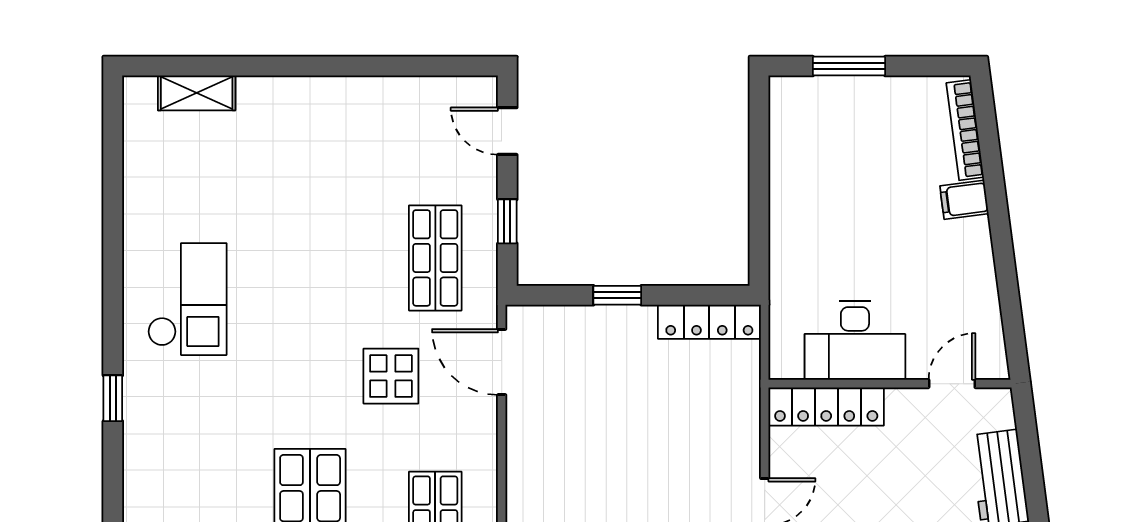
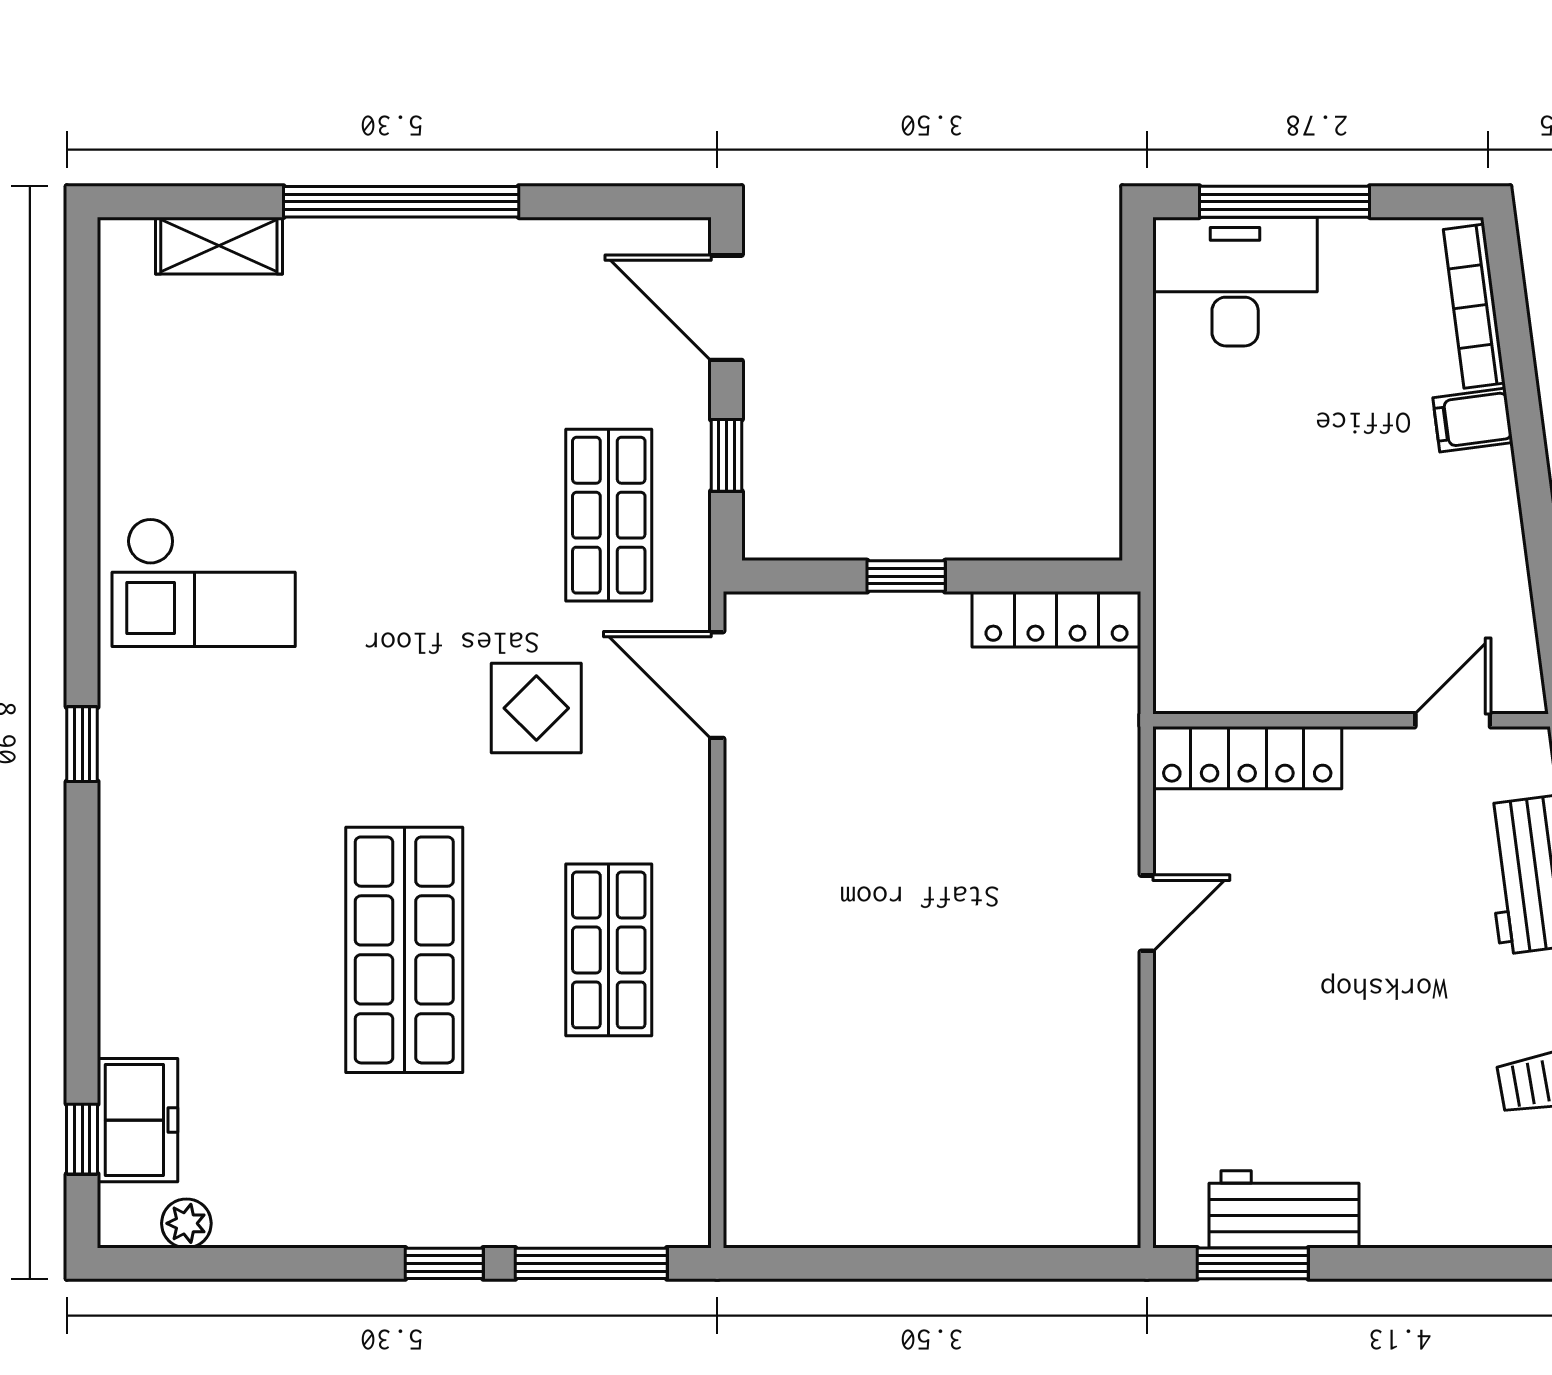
window: (308, 66) -> (401, 202), added
window: (849, 66) -> (1285, 202), width x1.44
door: (507, 131) -> (726, 308), width x1.38
checkout: (187, 299) -> (204, 582), turned 90
desk: (855, 340) -> (1235, 282), moved, turned 180

